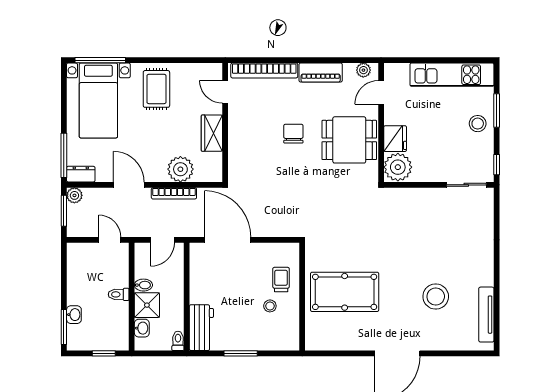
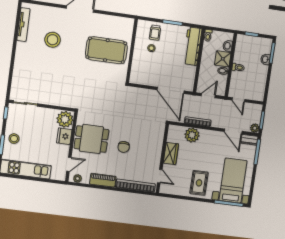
door: (129, 185) -> (233, 131), moved
trolley: (281, 280) -> (155, 33), moved
workbench: (201, 328) -> (192, 46), width x1.38

